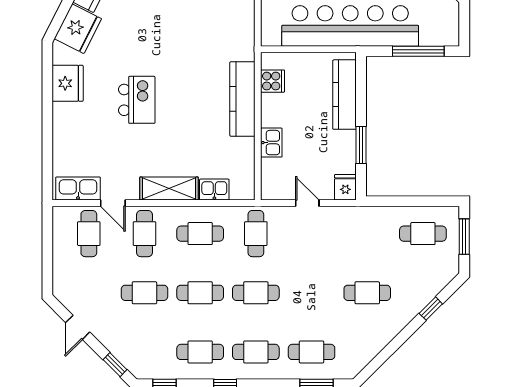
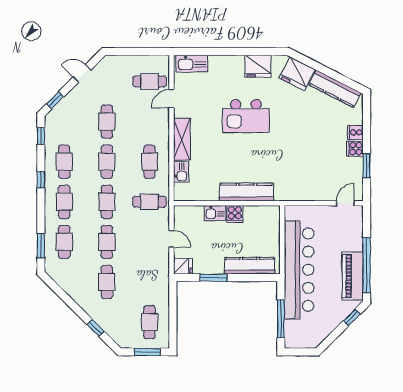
cooker: (273, 81) -> (235, 214), moved
kitchen island: (137, 100) -> (246, 116), width x1.37, depth x1.28
kitchen sink: (78, 189) -> (192, 64), moved, turned 90
door: (307, 203) -> (171, 239), hinge flipped
cafe table: (144, 234) -> (107, 242), moved, turned 90

